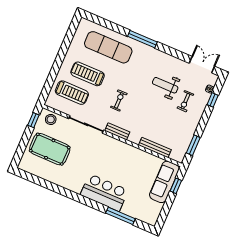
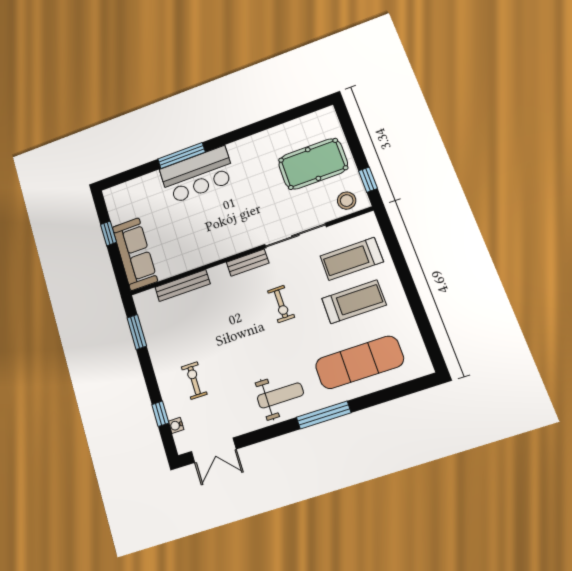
weight bench: (165, 85) -> (280, 395), moved
window: (176, 186) -> (108, 233), moved
window: (120, 216) -> (182, 156), moved

